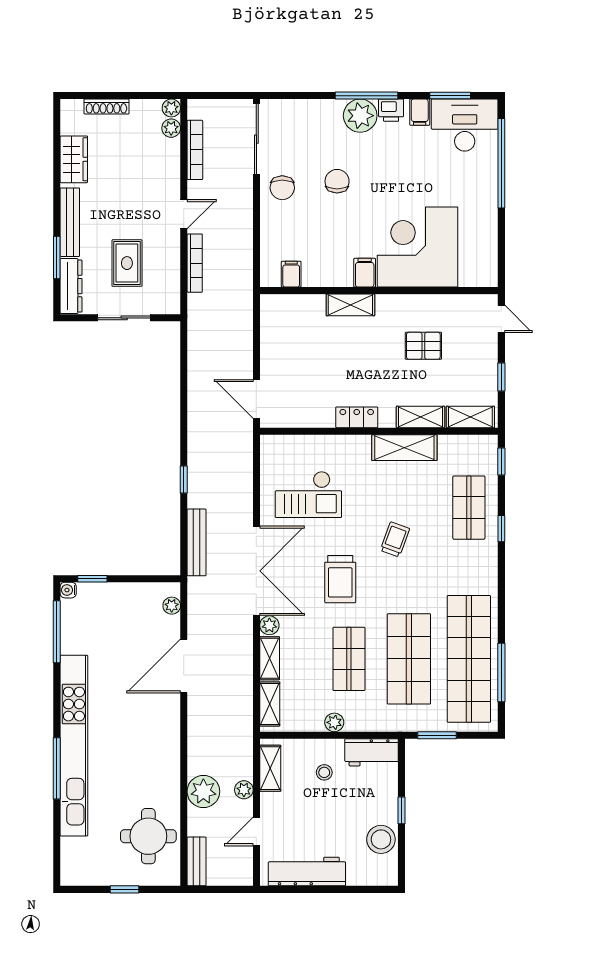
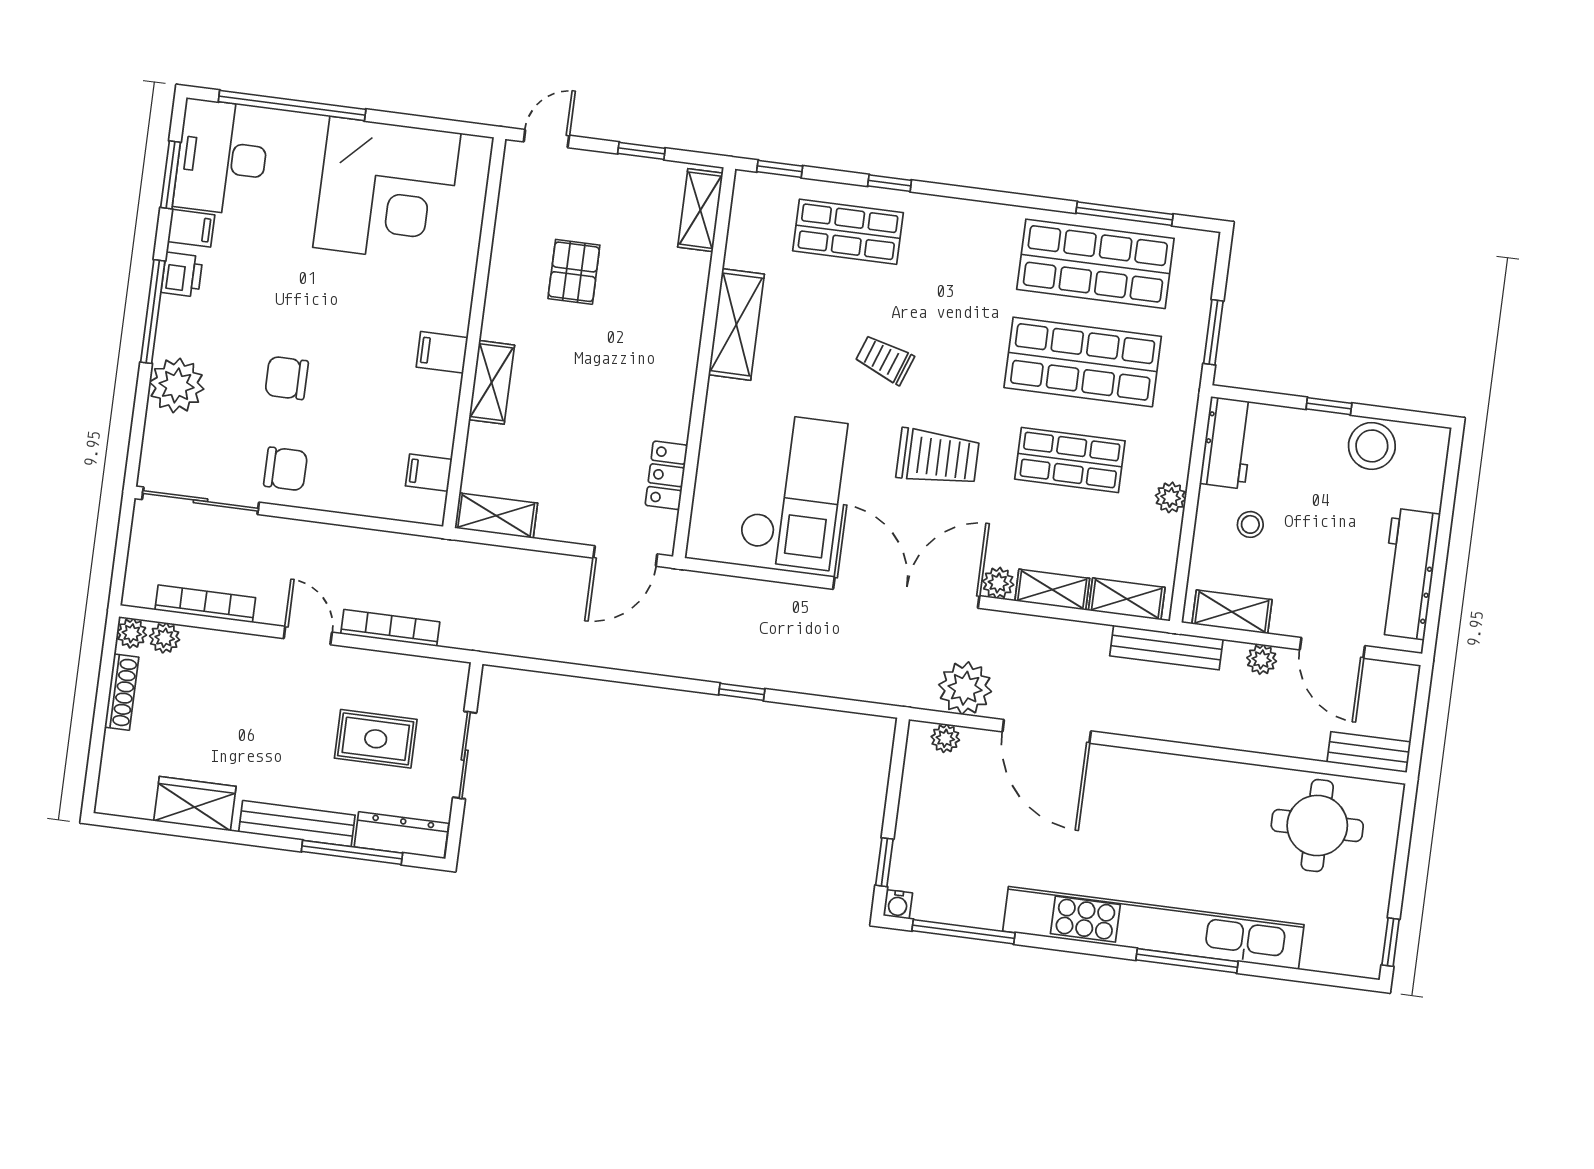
shoe rack: (106, 107) -> (122, 692), moved
plant: (360, 116) -> (177, 385), moved
corner desk: (417, 247) -> (387, 190), moved, turned -90
window: (57, 258) -> (352, 852), width x1.44
locker: (357, 417) -> (666, 475), moved
shelving: (420, 417) -> (496, 516), moved, turned 90
checkout: (308, 494) -> (793, 491), width x1.36, depth x1.21
bench: (197, 542) -> (1166, 648), moved
shop shelf: (469, 659) -> (1095, 264), width x0.71
plant: (203, 791) -> (965, 688), moved
door: (256, 831) -> (1332, 648), width x1.38
window: (125, 889) -> (1391, 942), moved

